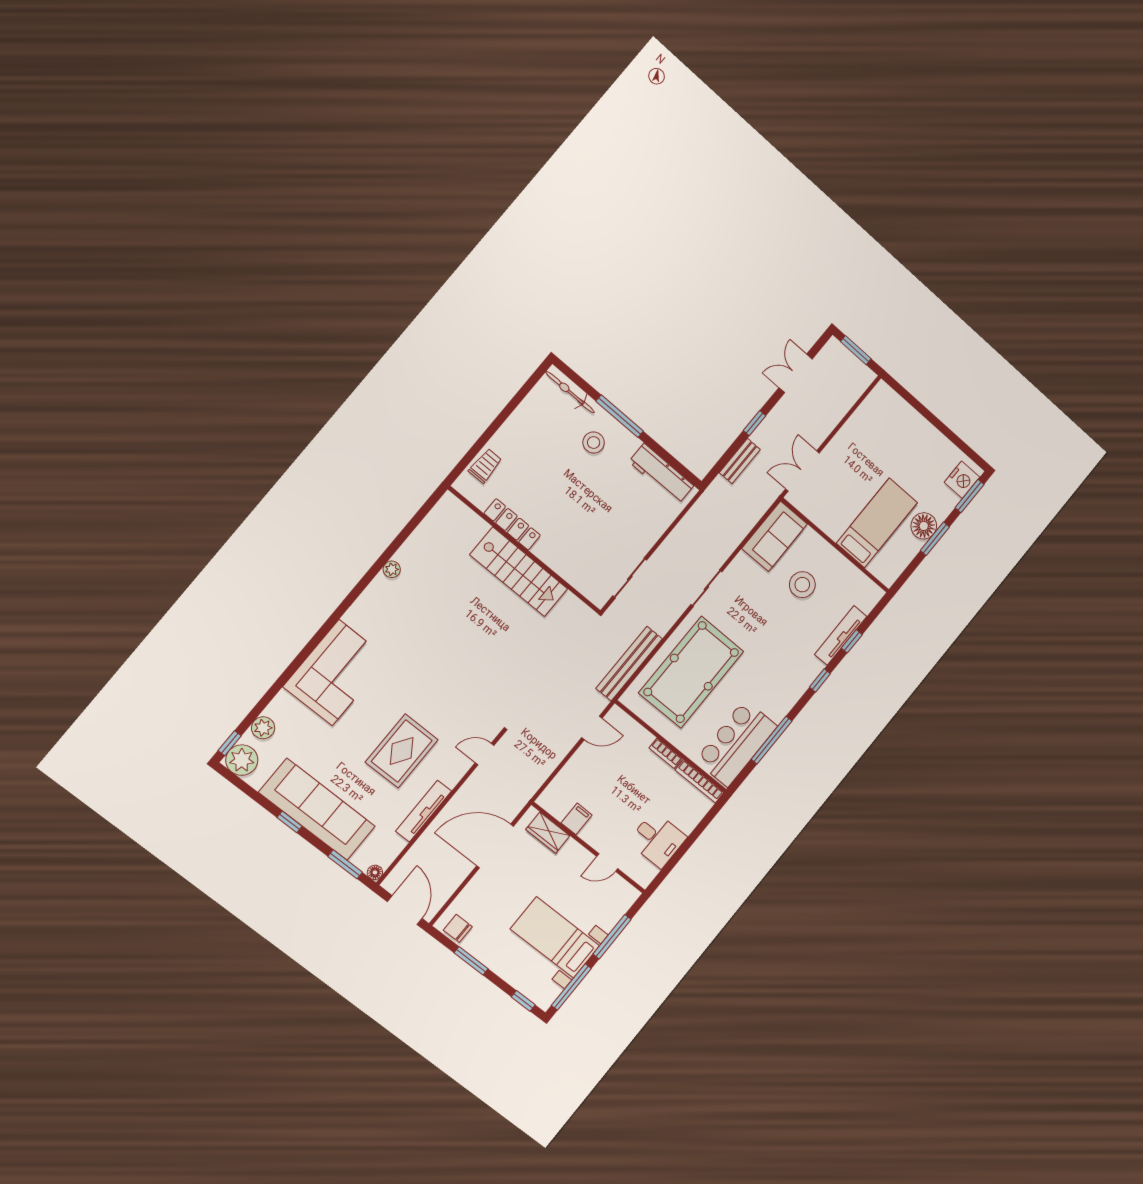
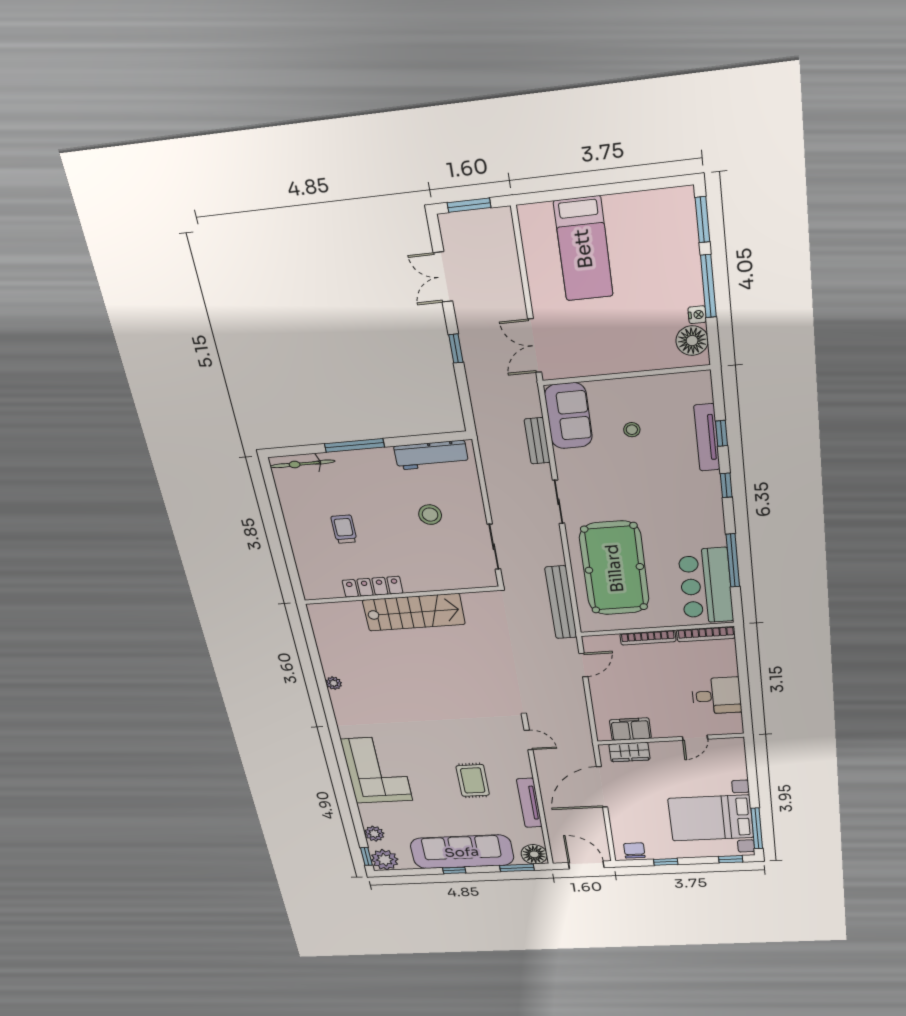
stool: (594, 443) -> (430, 515), moved
bench: (740, 461) -> (537, 441), moved
trolley: (485, 466) -> (344, 529), moved
nightstand: (962, 480) -> (697, 315), moved, width x0.53, depth x0.56
bed: (877, 523) -> (583, 249), moved, turned 180
floor lamp: (924, 526) -> (692, 341), moved
window: (935, 539) -> (708, 286), width x1.44
stool: (802, 585) -> (632, 430), width x0.53, depth x0.53
rug: (402, 751) -> (473, 780), width x0.73, depth x0.70
bookcase: (666, 753) -> (648, 638), width x1.56
door: (485, 754) -> (529, 740), swing flipped
filing cabinet: (577, 819) -> (630, 729), width x2.00
floor lamp: (375, 872) -> (534, 854), width x1.89, depth x1.89
chair: (458, 928) -> (634, 850), turned 90
bed with nightstands: (555, 937) -> (711, 818), width x1.36
window: (612, 937) -> (752, 779), removed
window: (471, 961) -> (666, 862), width x0.67

